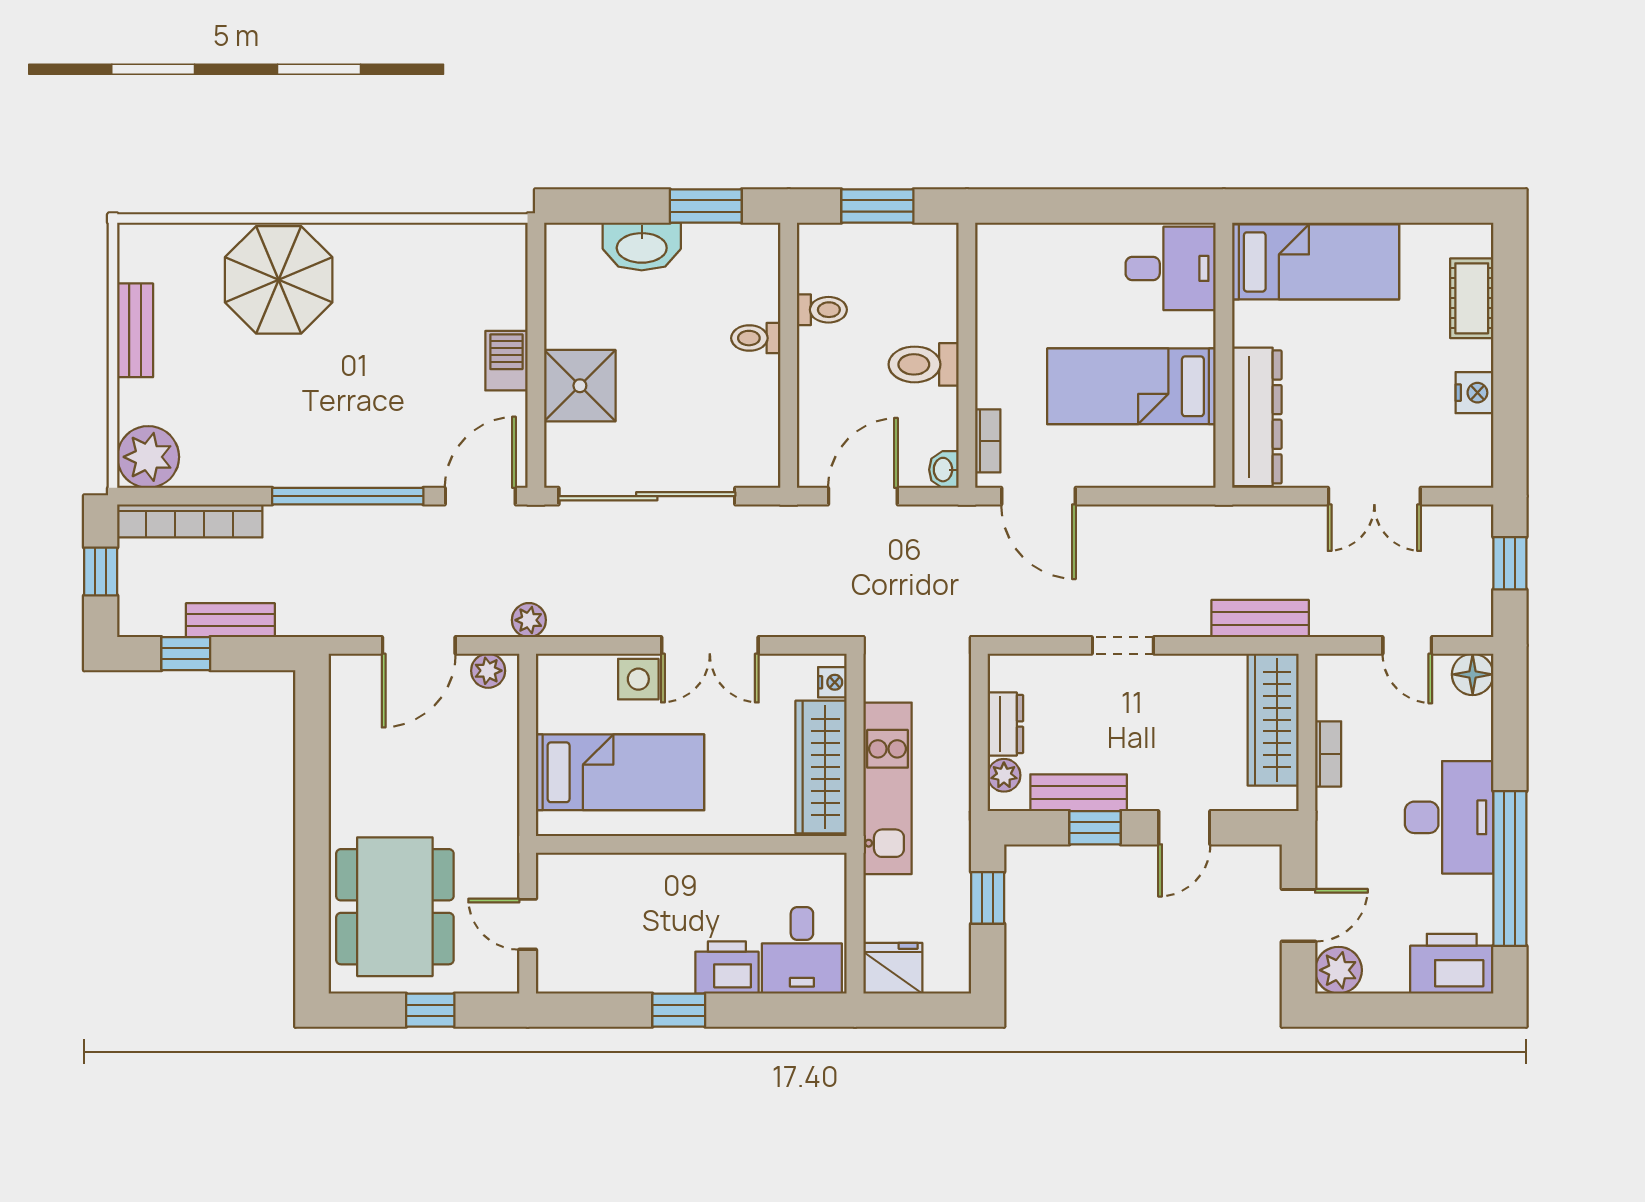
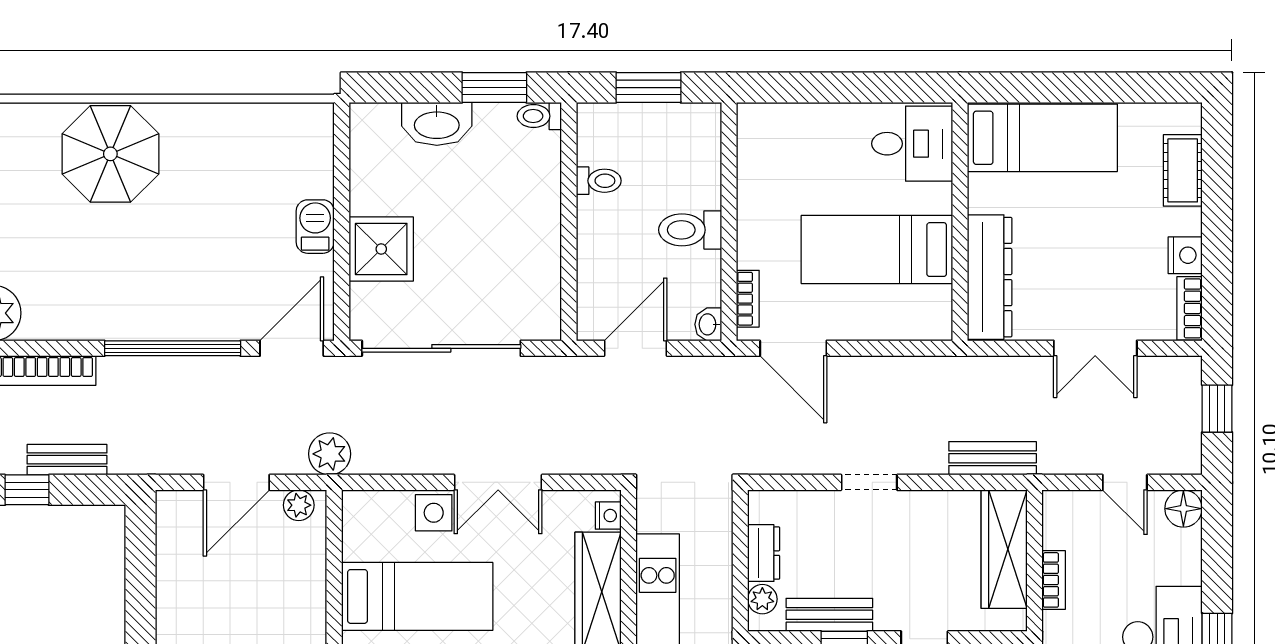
toilet: (756, 338) -> (539, 116), moved
bookcase: (1479, 452) -> (1189, 308), added
plant: (529, 620) -> (330, 454), width x1.38, depth x1.38

